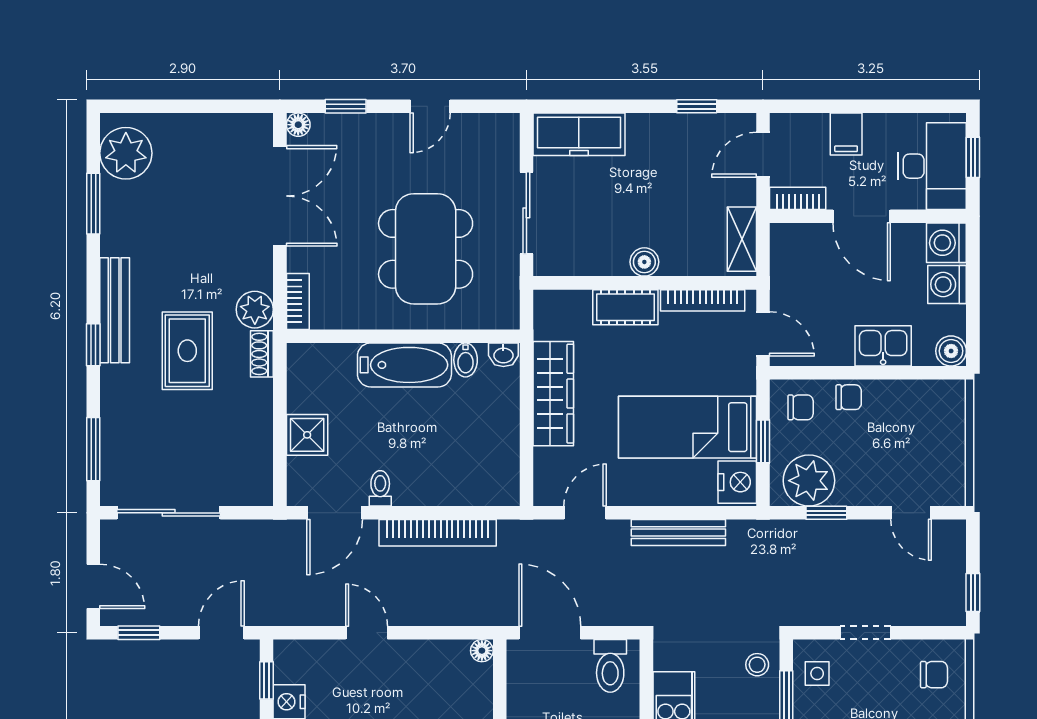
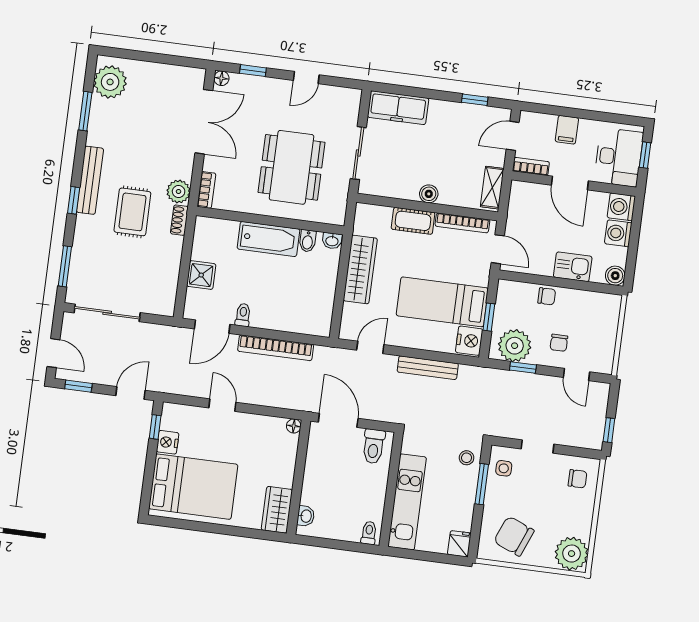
chair: (801, 407) -> (559, 343), moved, turned 90

